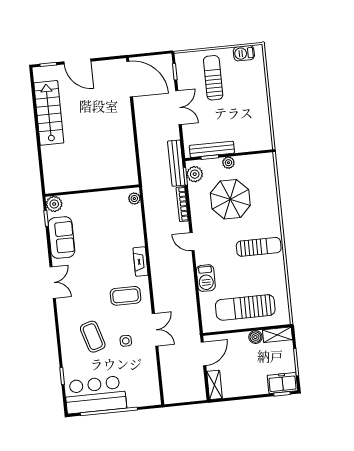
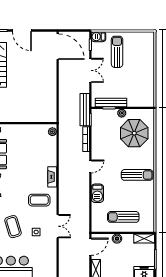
barbecue: (244, 53) -> (99, 37), moved
plant: (195, 174) -> (97, 119), removed
parasol: (230, 199) -> (134, 133), moved
door: (192, 242) -> (90, 166), swing flipped
sun lounger: (245, 307) -> (123, 217), width x0.73, depth x0.75
boiler: (255, 337) -> (117, 239), moved

